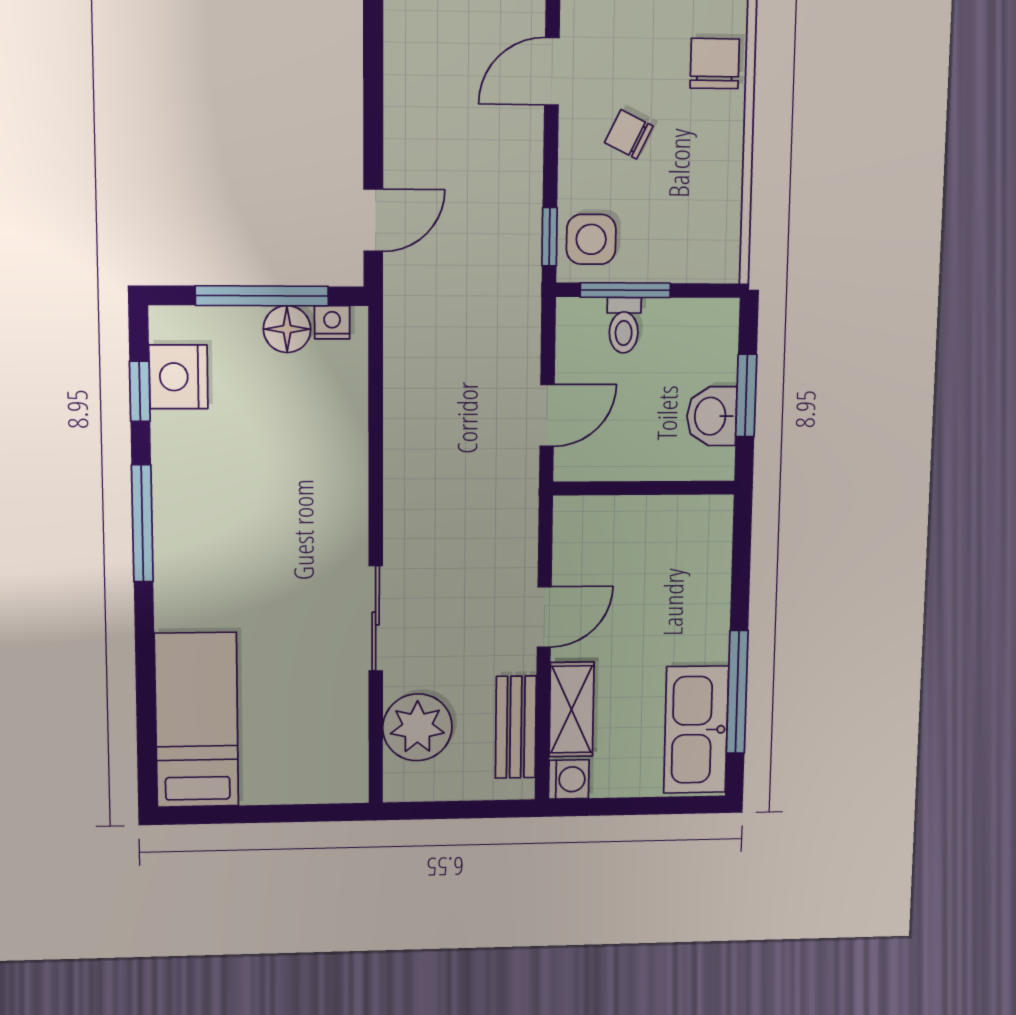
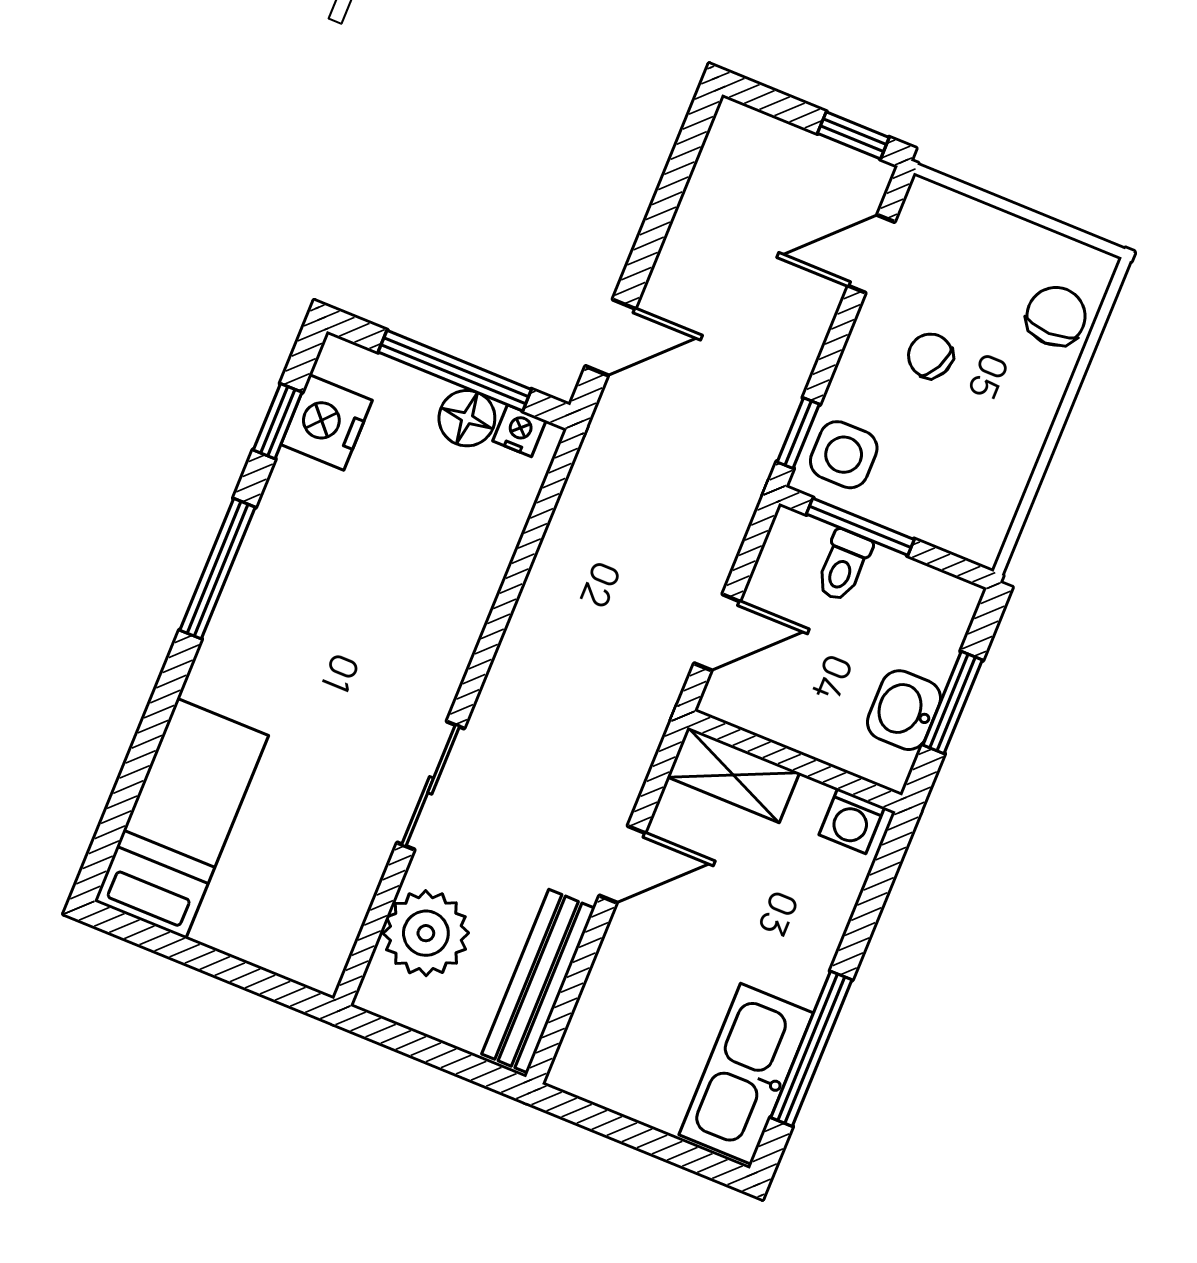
shelving: (571, 709) -> (733, 775), moved, turned 90
bench: (516, 727) -> (538, 981), width x1.36
washing machine: (569, 779) -> (852, 821), moved, turned 90

